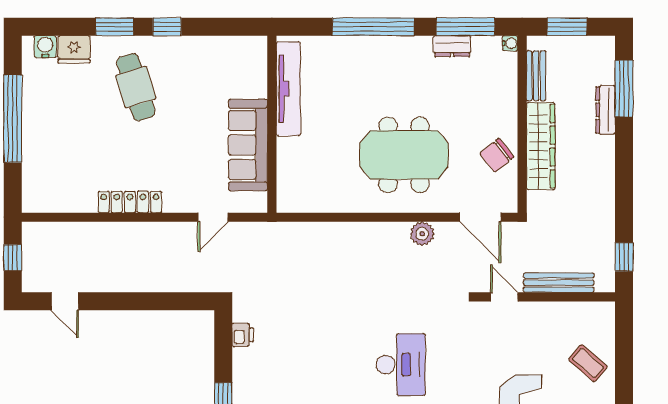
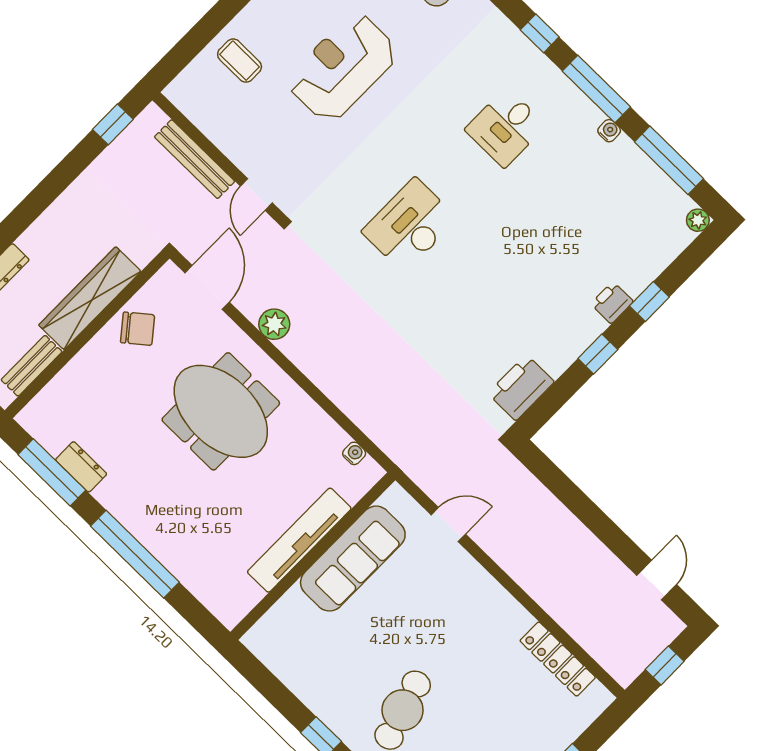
water cooler: (510, 43) -> (354, 453), moved, turned 90
tv unit: (288, 89) -> (299, 540), moved
locker: (130, 202) -> (558, 659), moved
printer: (243, 335) -> (521, 388), width x1.87, depth x1.48
coffee table: (588, 363) -> (240, 61), turned -41

